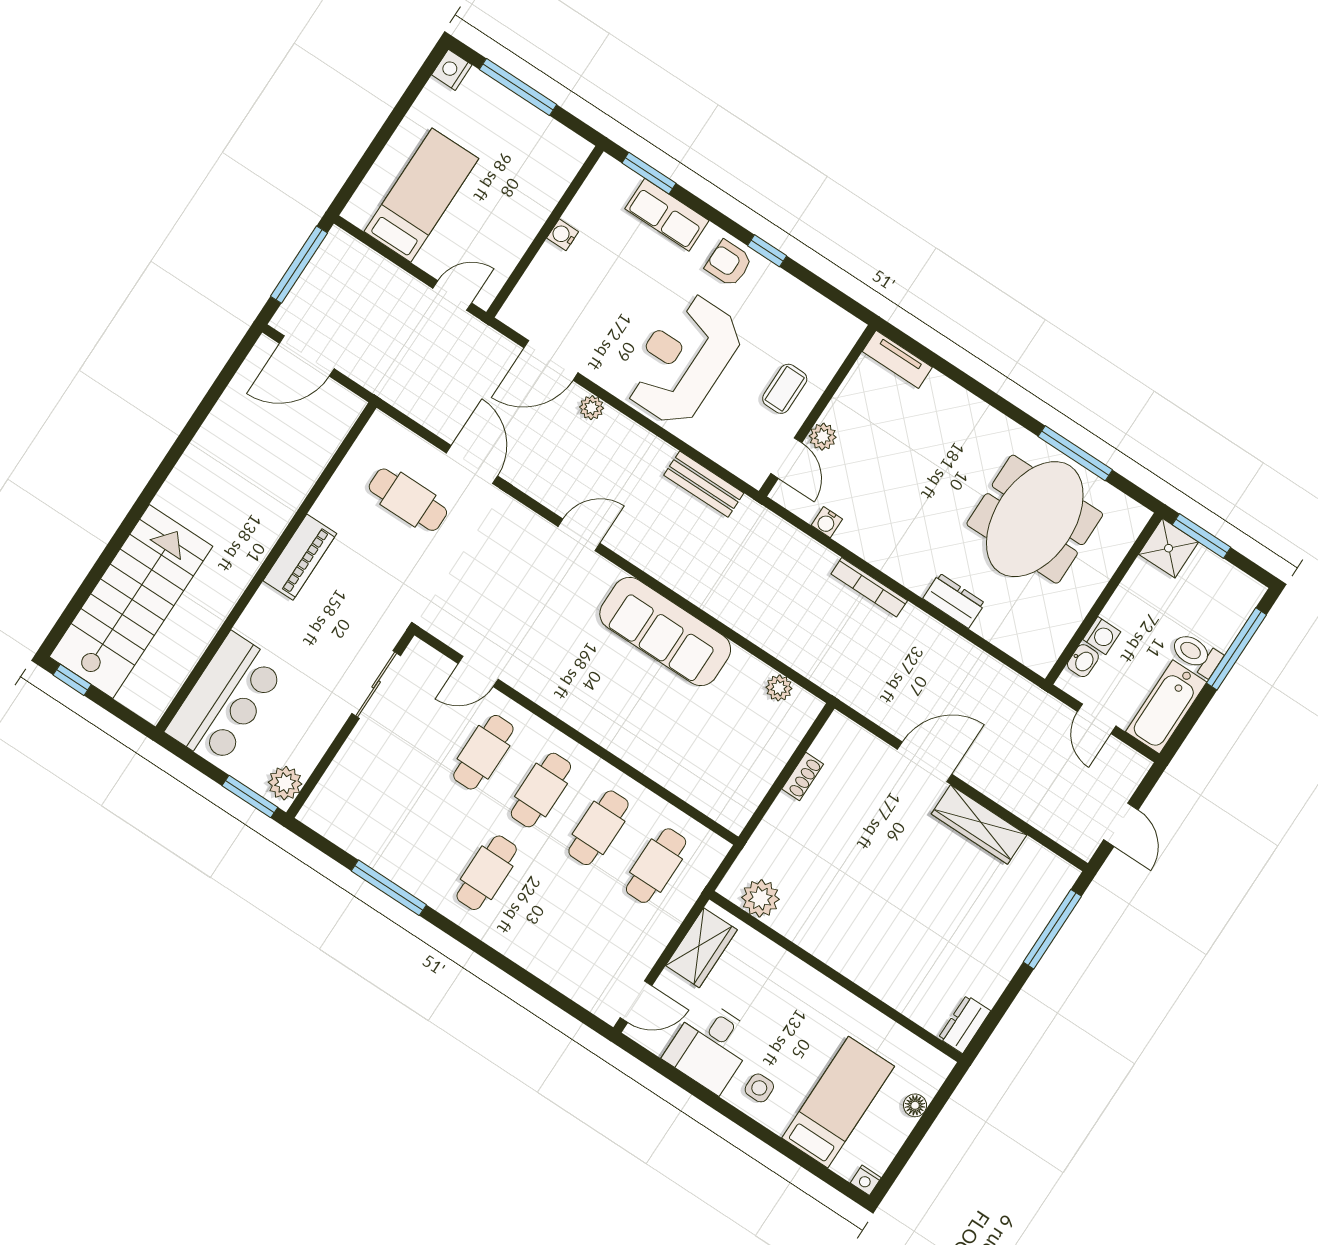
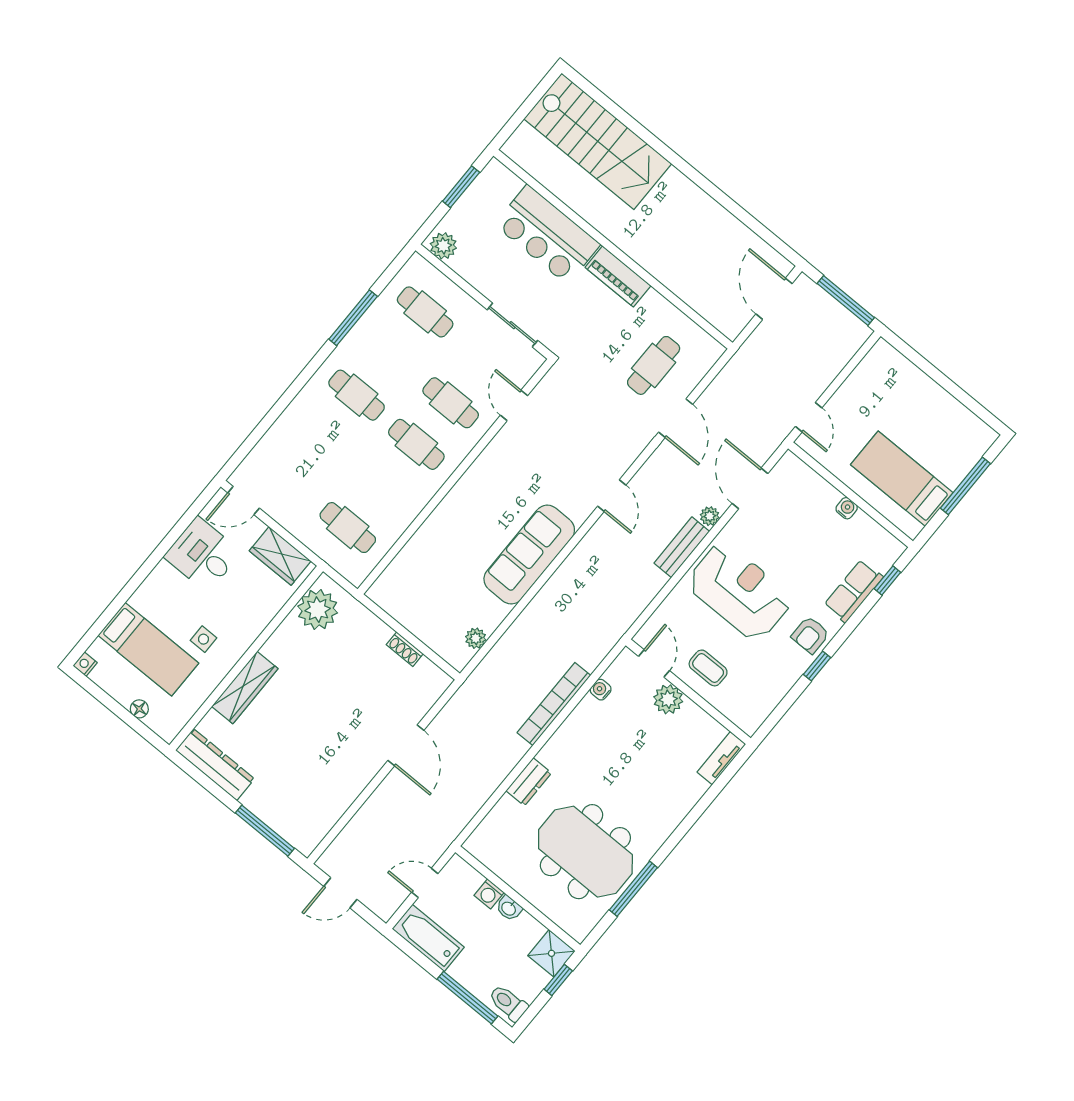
nightstand: (452, 70) -> (984, 436), removed
window: (649, 173) -> (887, 581), width x0.67
bed: (421, 195) -> (902, 479), moved, turned 180
armchair: (729, 263) -> (810, 635), turned 180
plant: (823, 437) -> (668, 699), width x1.38, depth x1.38
door: (786, 458) -> (654, 663), swing flipped
door: (472, 465) -> (676, 418), hinge flipped
bench: (704, 484) -> (682, 547), moved
window: (1201, 536) -> (558, 980), width x0.67
bookcase: (869, 587) -> (554, 704), width x1.48, depth x1.31
toilet: (1196, 654) -> (508, 1003), moved, turned -90
washbasin: (1083, 661) -> (509, 908), moved
window: (72, 680) -> (542, 89), removed
bar counter: (226, 700) -> (547, 234), moved
window: (250, 797) -> (461, 187), moved
wardrobe: (979, 825) -> (245, 687), moved, turned 180
cafe table: (598, 828) -> (425, 312), moved
plant: (760, 898) -> (318, 610), width x1.36, depth x1.36
door: (636, 1002) -> (244, 500), hinge flipped
dresser: (965, 1024) -> (215, 765), width x1.96, depth x1.24
side table: (759, 1088) -> (203, 639), moved

